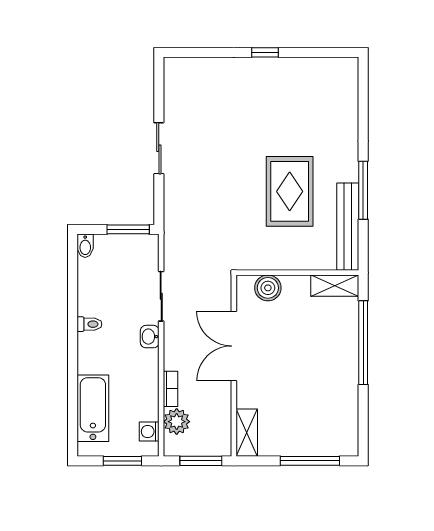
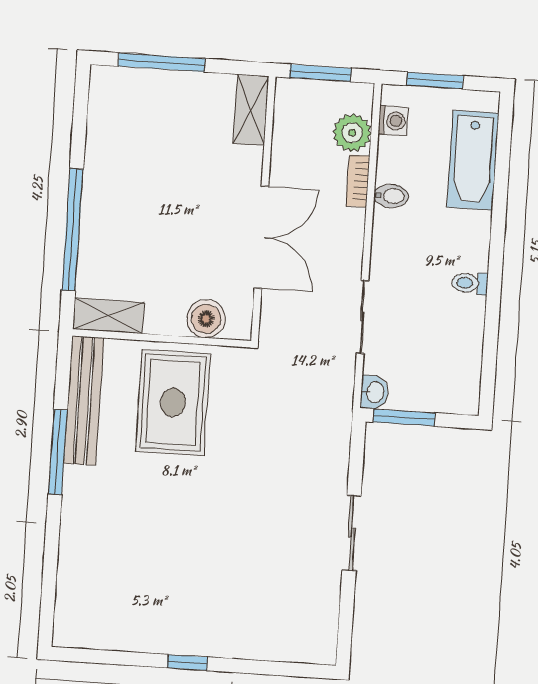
rug: (290, 191) -> (173, 402), moved
bidet: (85, 246) -> (391, 196), moved, turned 90
washbasin: (150, 337) -> (374, 392), moved

